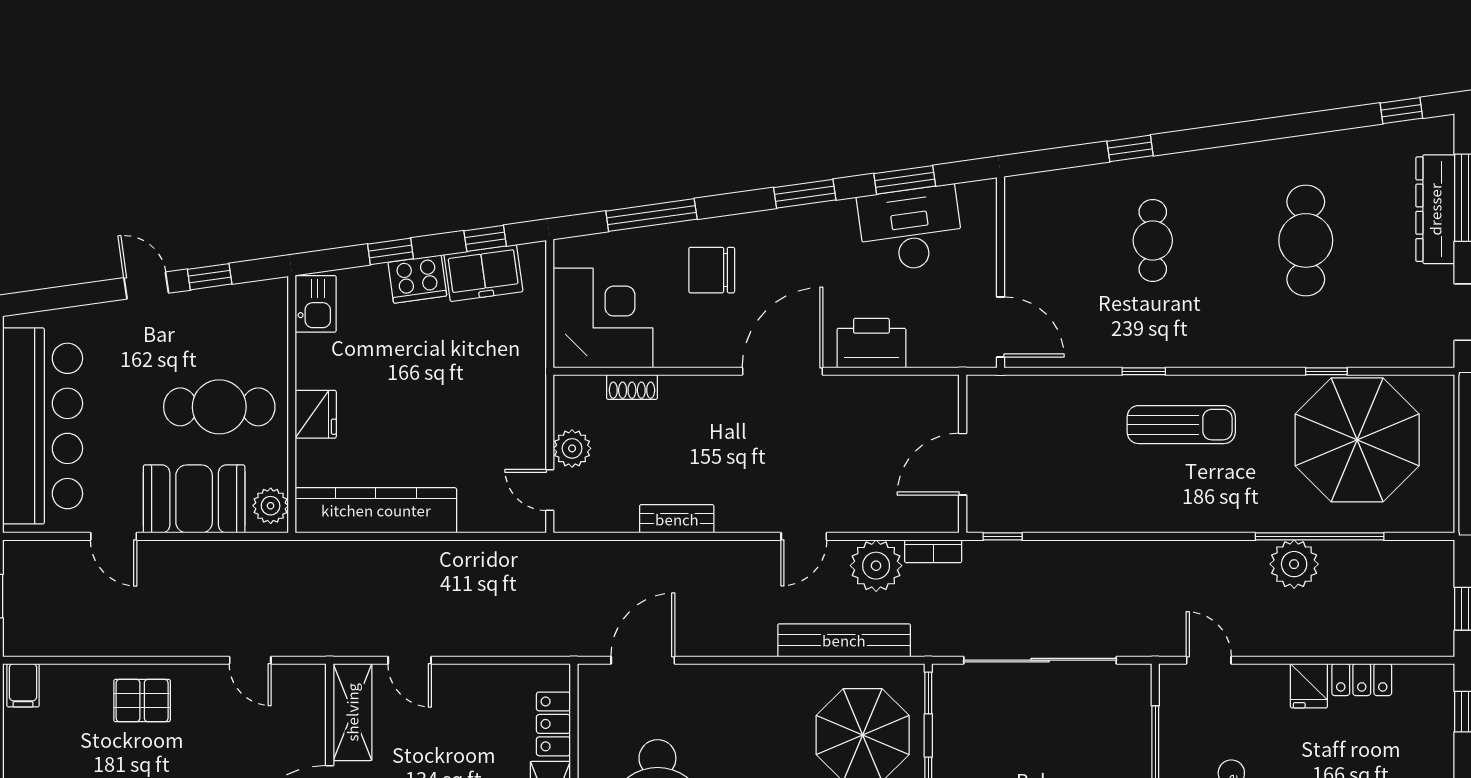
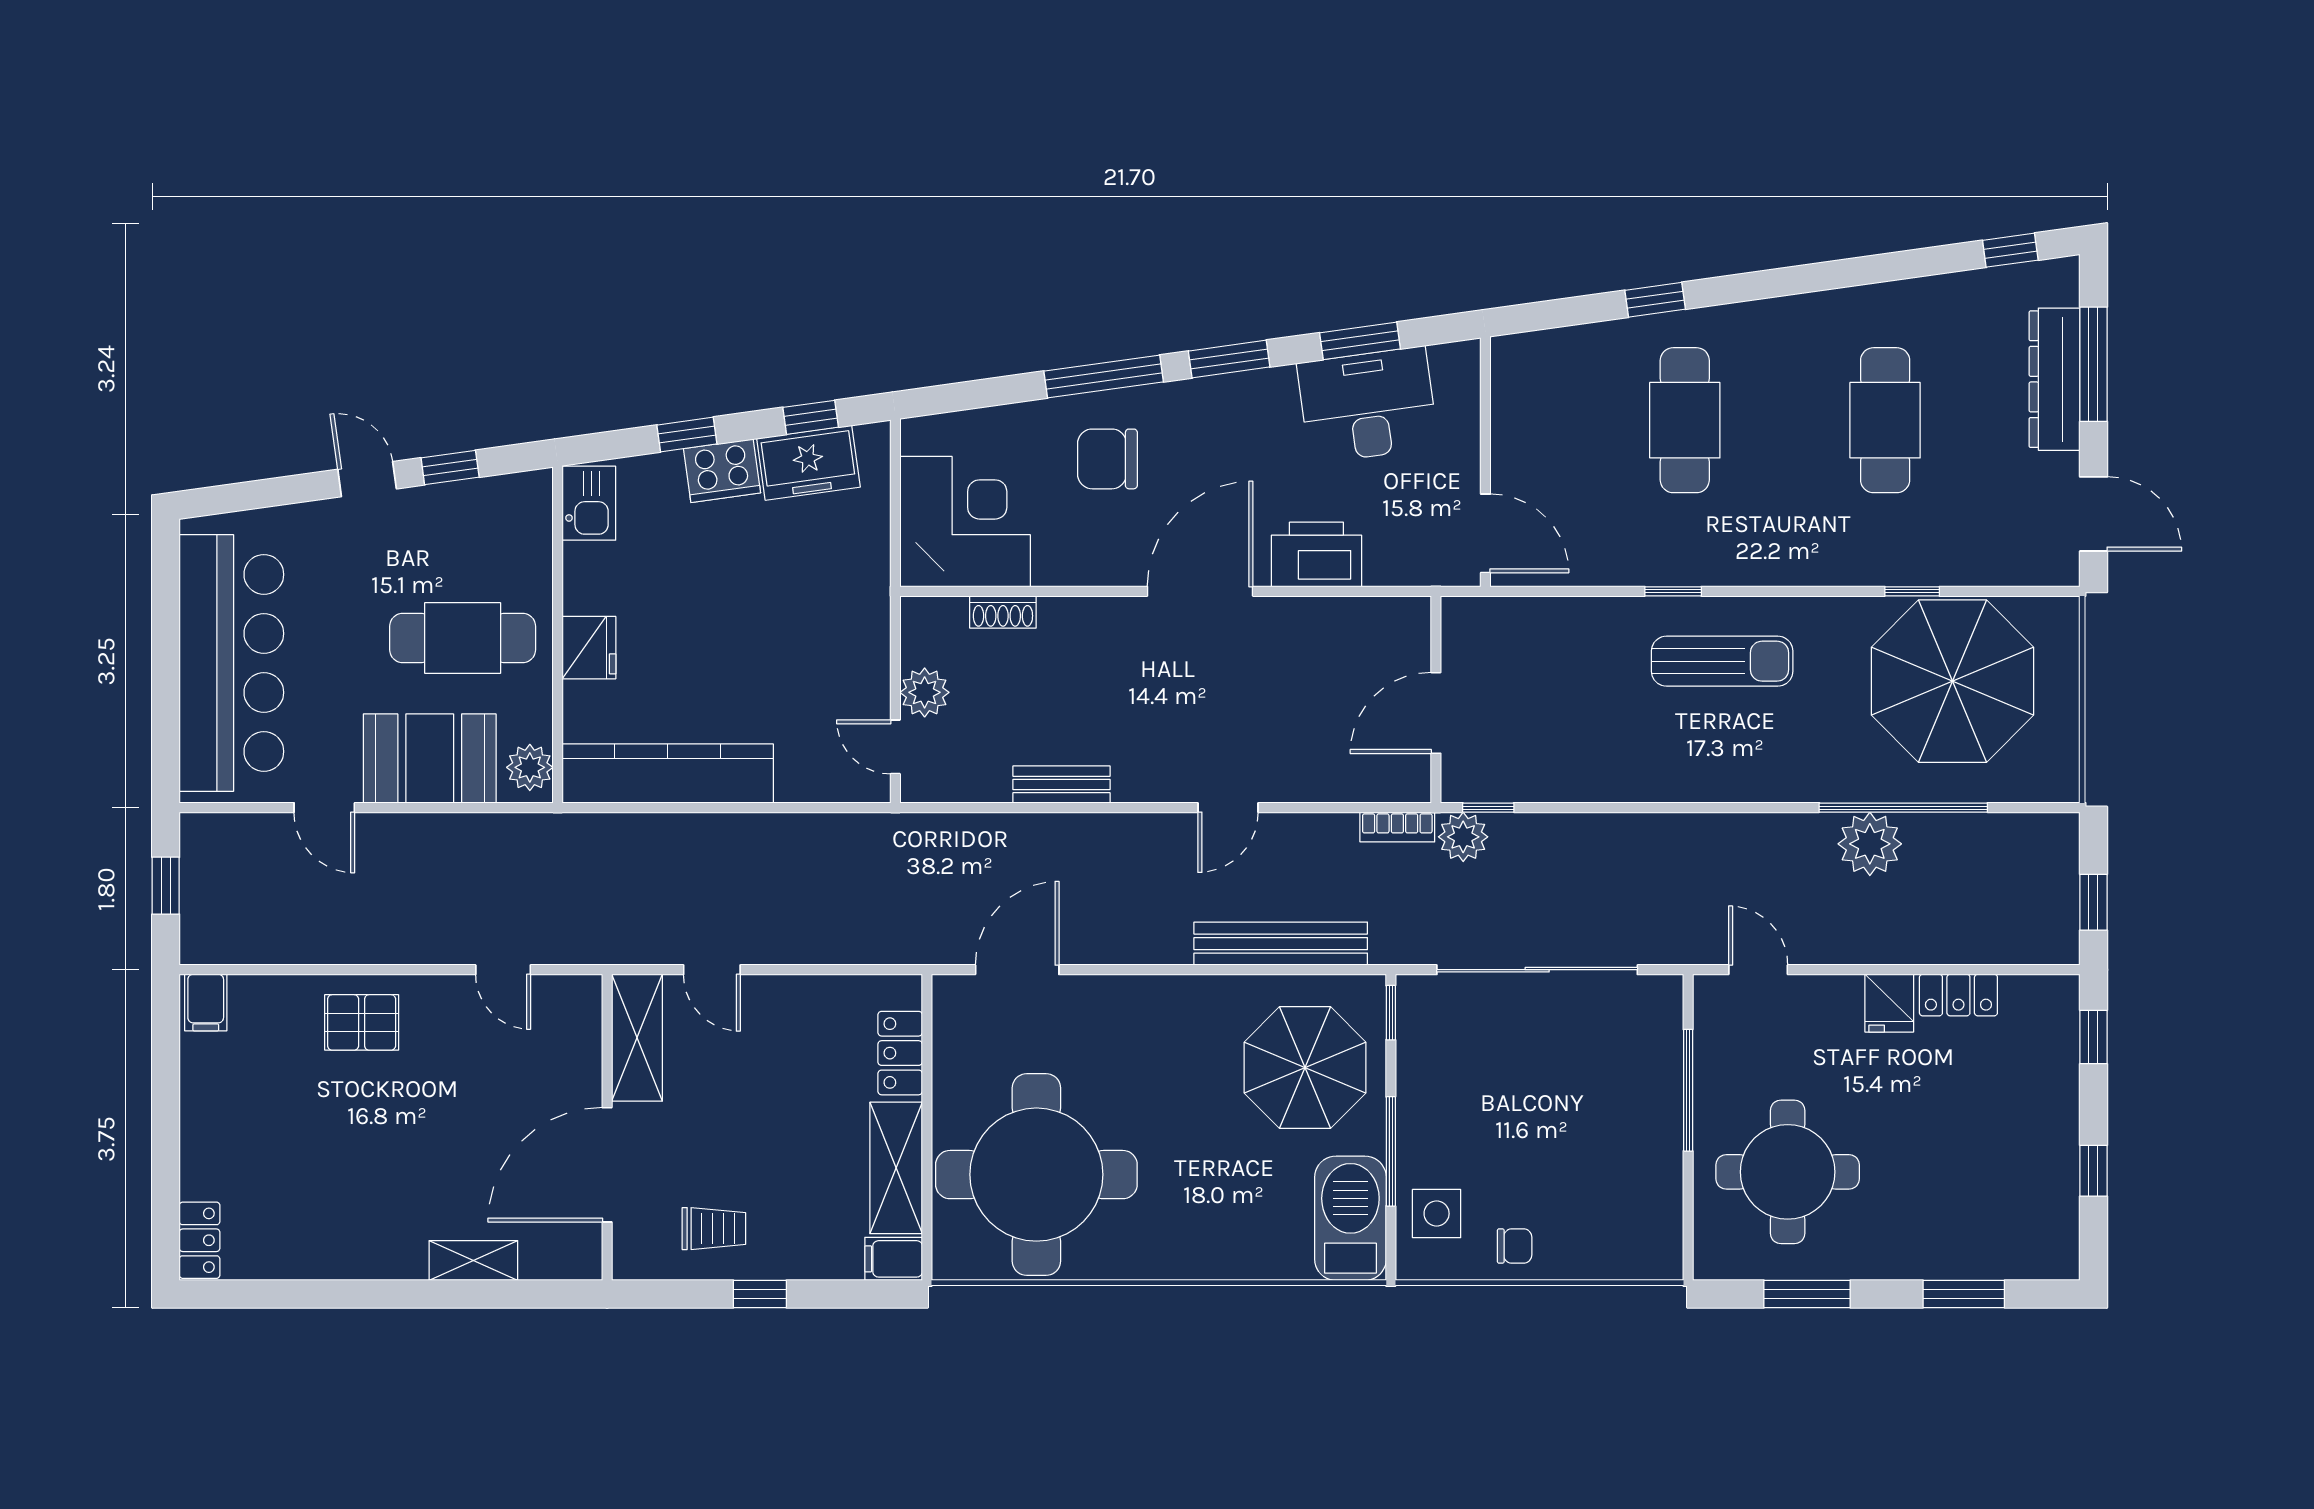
window: (651, 215) -> (1104, 376), moved
cafe table: (1153, 240) -> (1685, 420), width x1.37, depth x1.35
plant: (876, 566) -> (1463, 837), moved, width x0.73, depth x0.73

